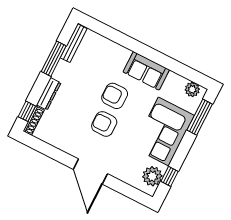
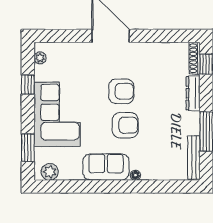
floor lamp: (127, 53) -> (135, 175), added
window: (200, 117) -> (28, 148), width x0.69
plant: (152, 176) -> (40, 58), width x0.53, depth x0.53
window: (170, 176) -> (28, 85), moved

